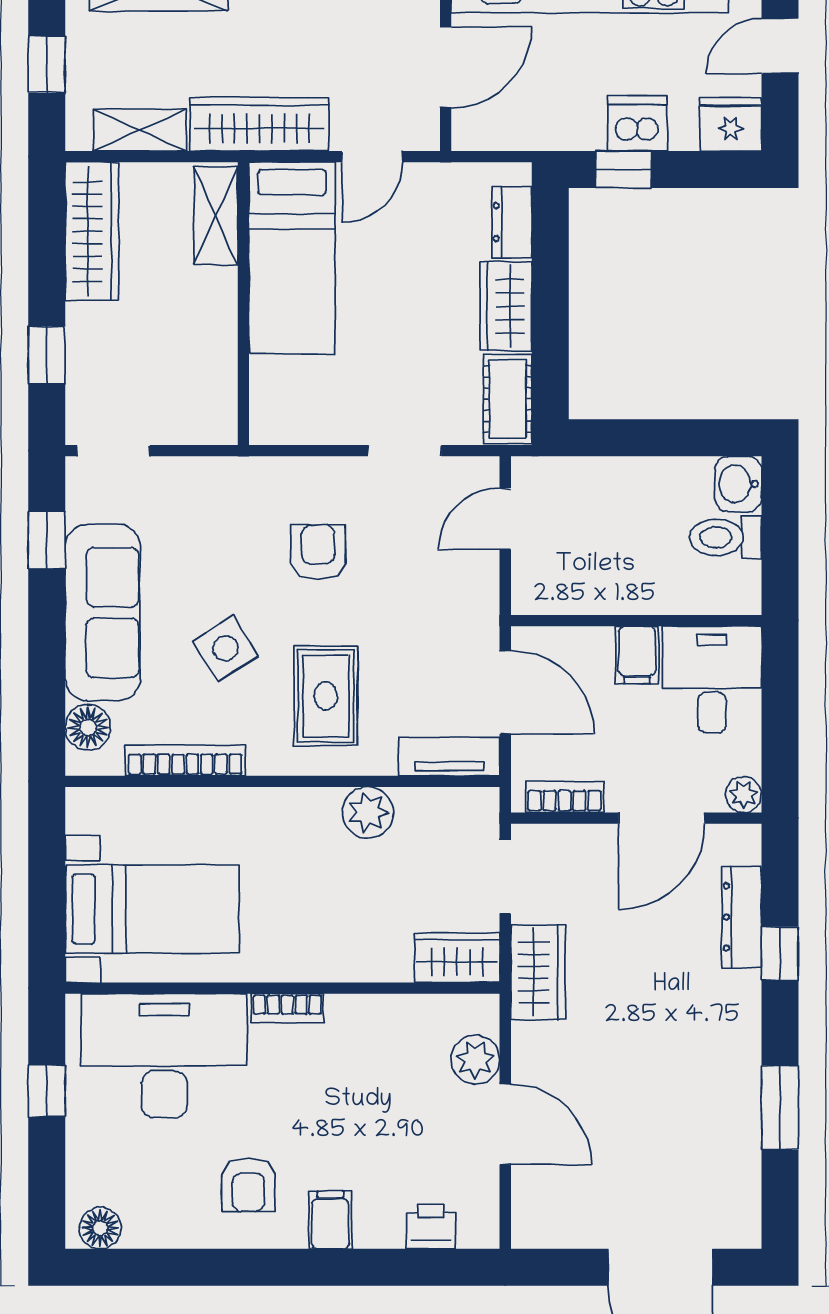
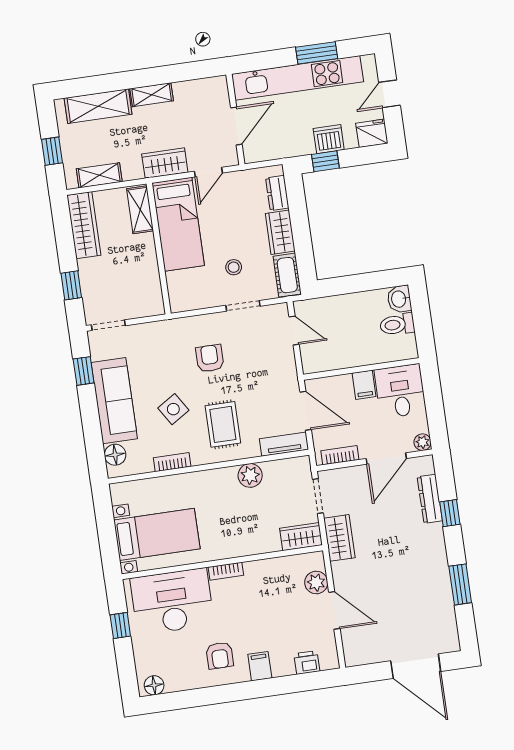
wardrobe: (259, 124) -> (165, 163), width x0.67
stool: (397, 366) -> (234, 267), added
door: (505, 519) -> (294, 330), swing flipped
bookcase: (185, 760) -> (172, 462), width x0.64

